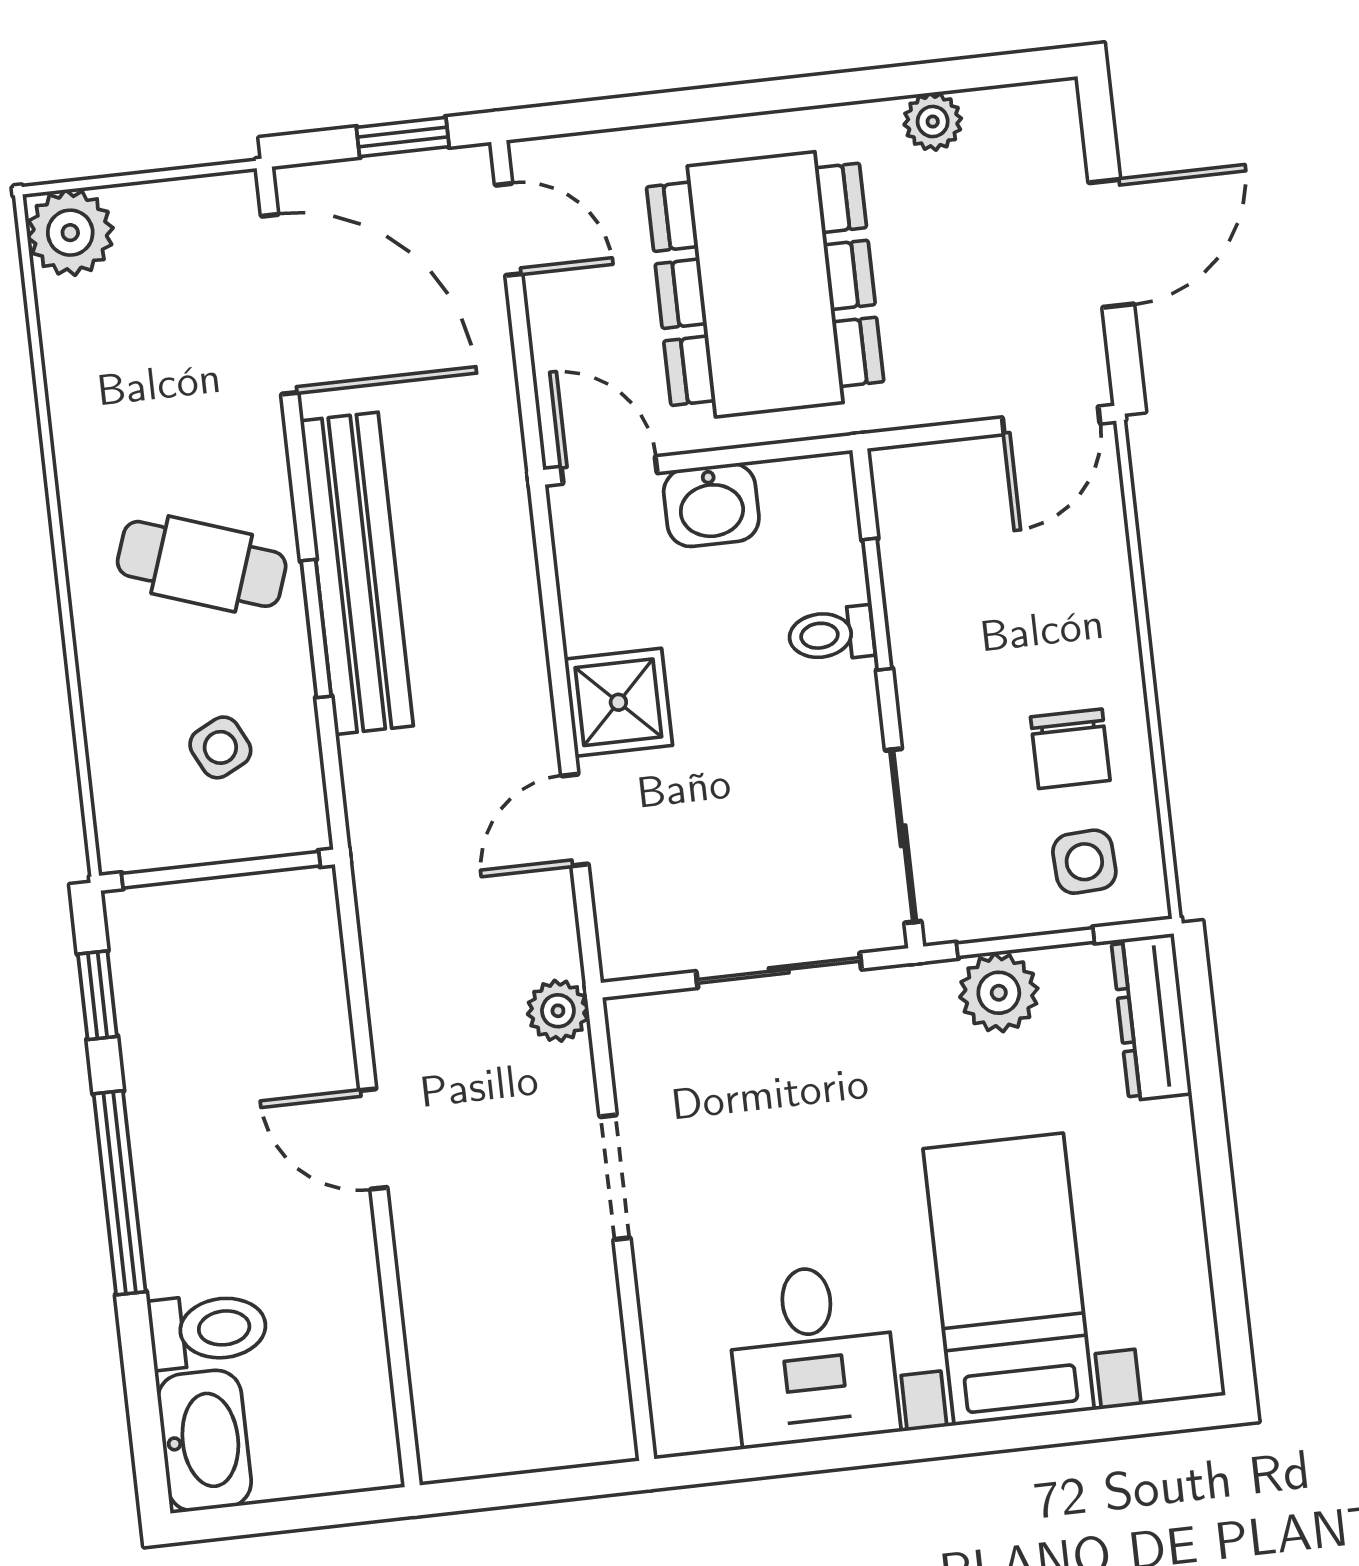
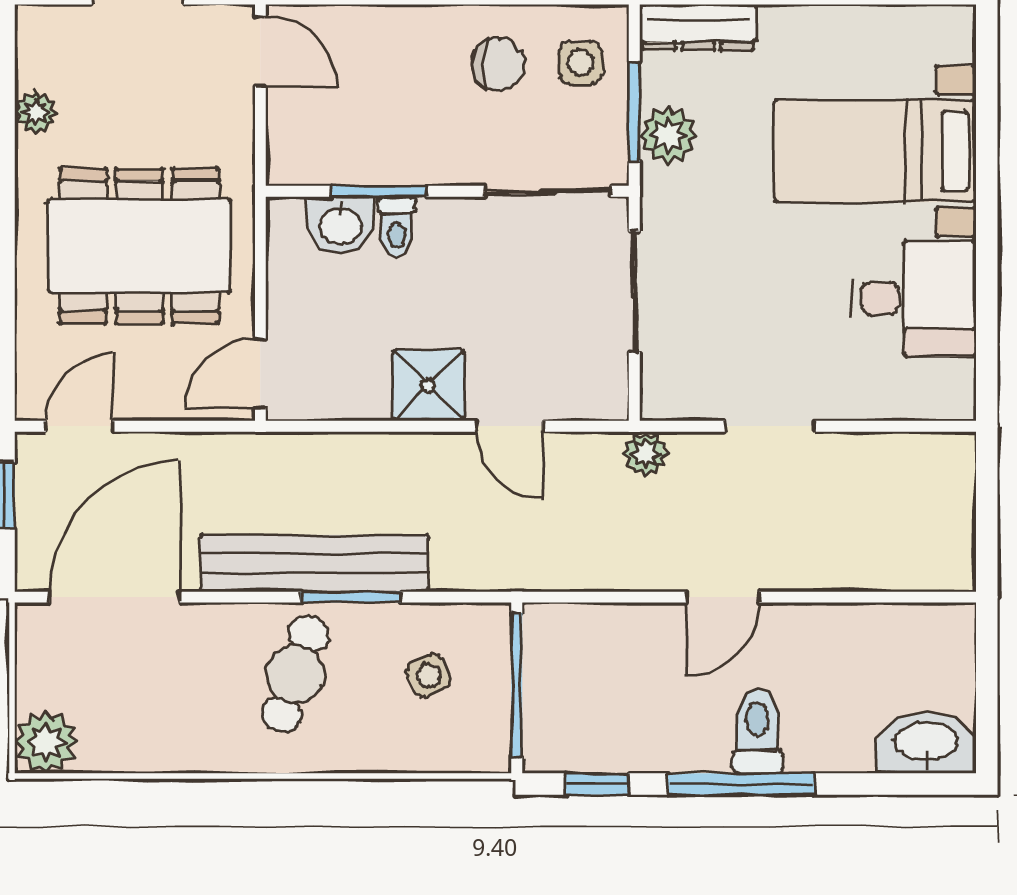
washbasin: (711, 505) -> (340, 225), moved, turned 90
toilet: (208, 1330) -> (757, 731), moved

